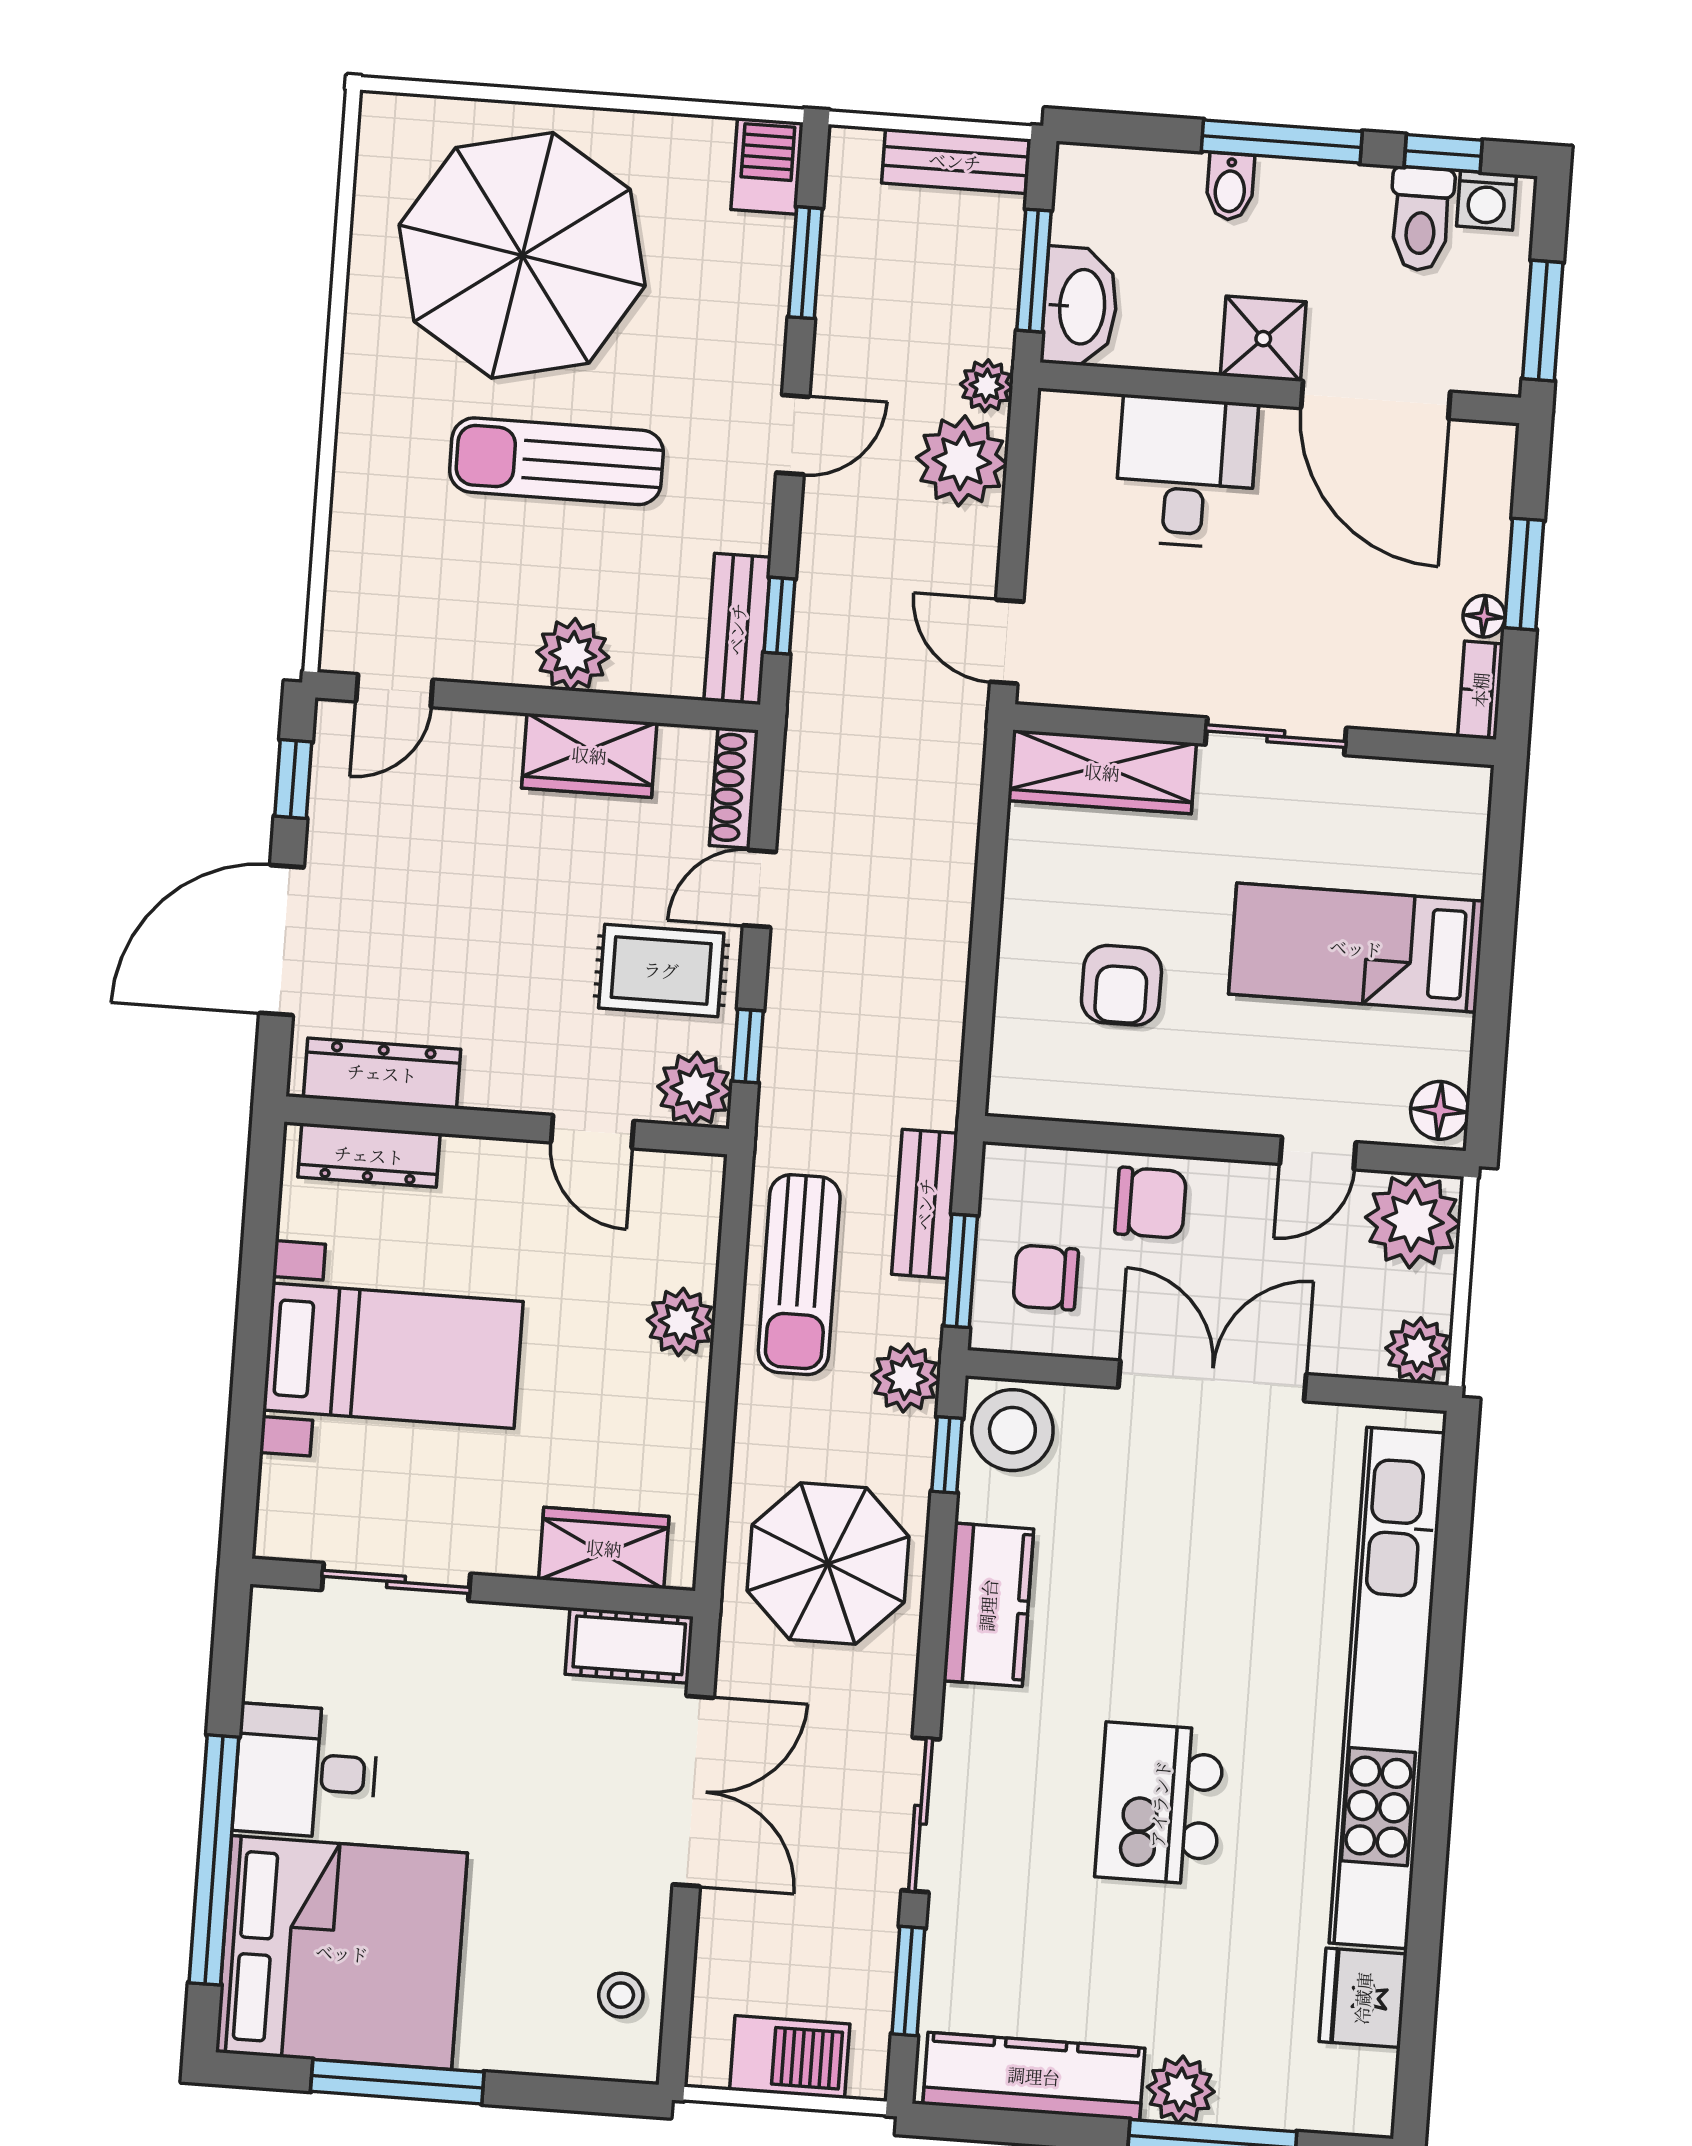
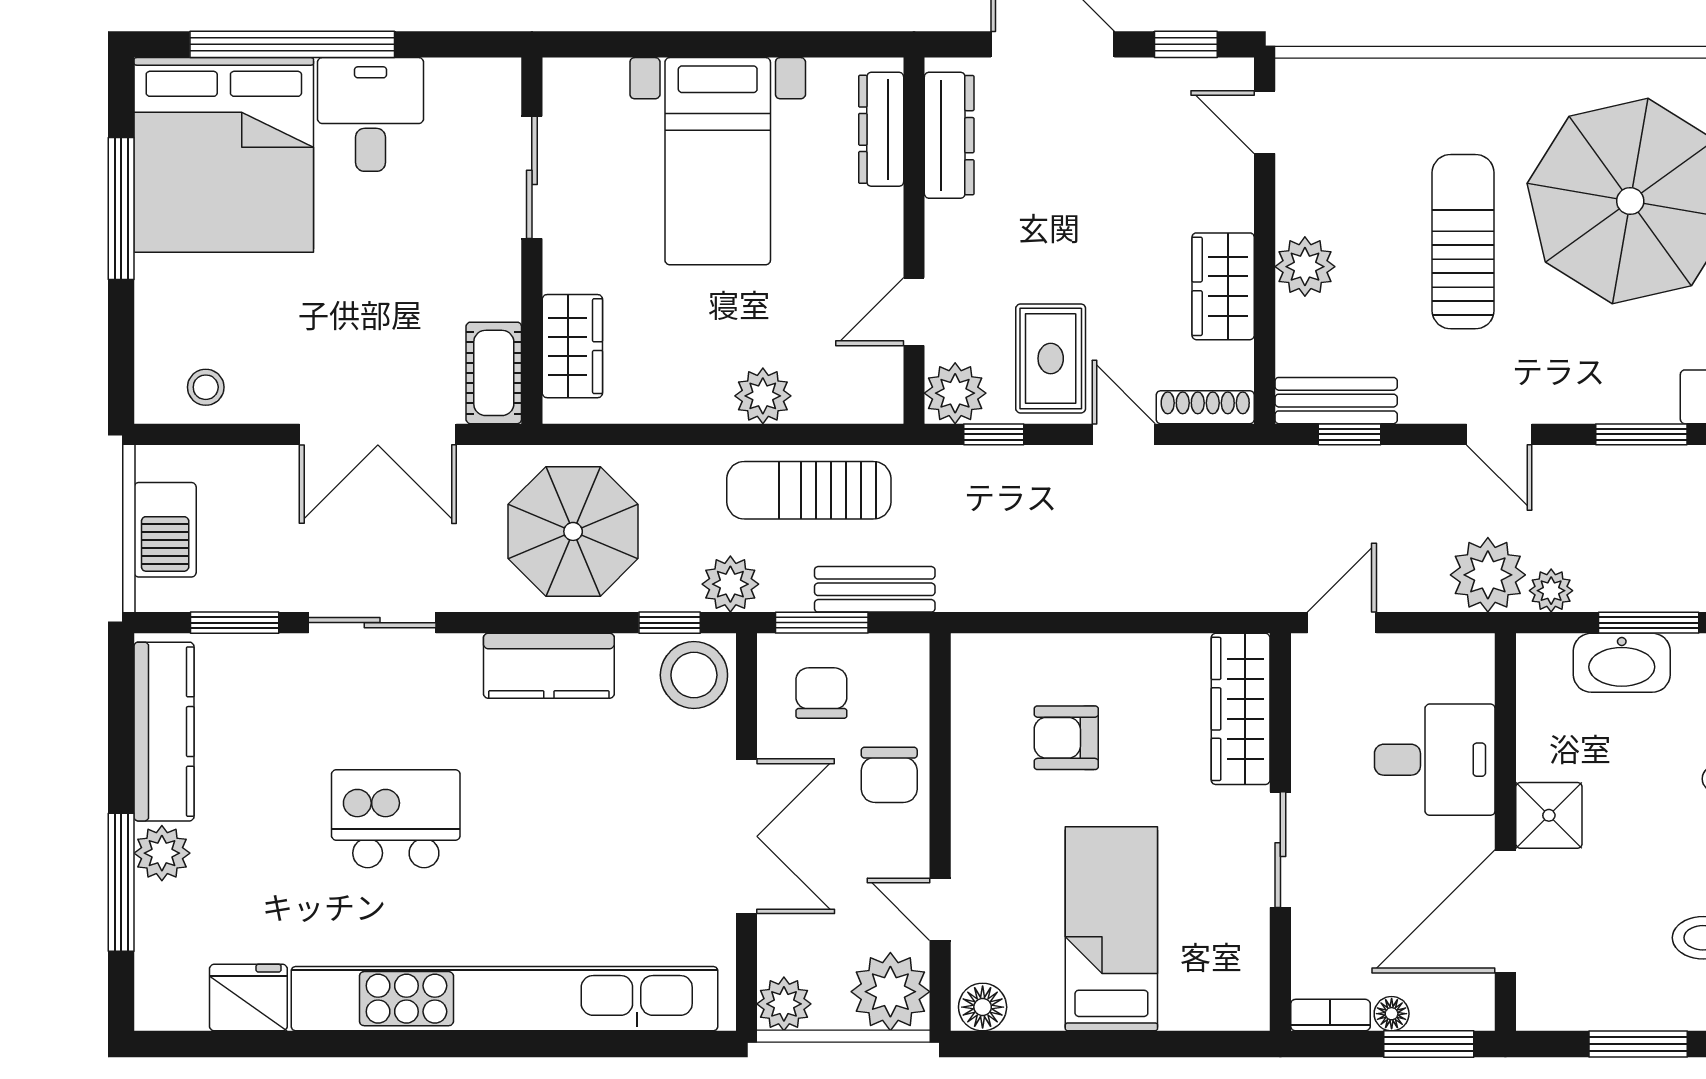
shower: (1263, 339) -> (1549, 815), moved
wall: (1280, 393) -> (1505, 832), moved
door: (1376, 400) -> (1505, 911), moved
desk: (1186, 472) -> (1435, 760), moved

